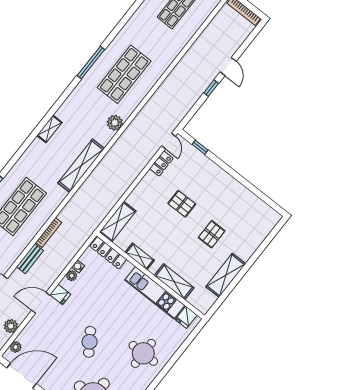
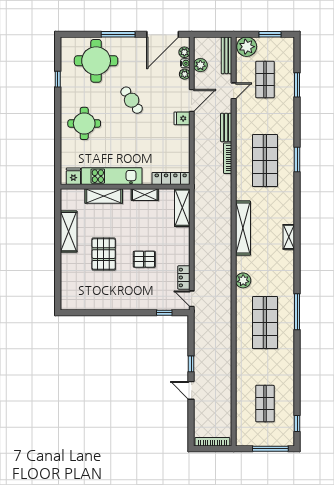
pallet: (212, 234) -> (104, 254), width x1.50, depth x1.42
water cooler: (78, 267) -> (185, 63), moved
plant: (72, 276) -> (185, 74), moved

